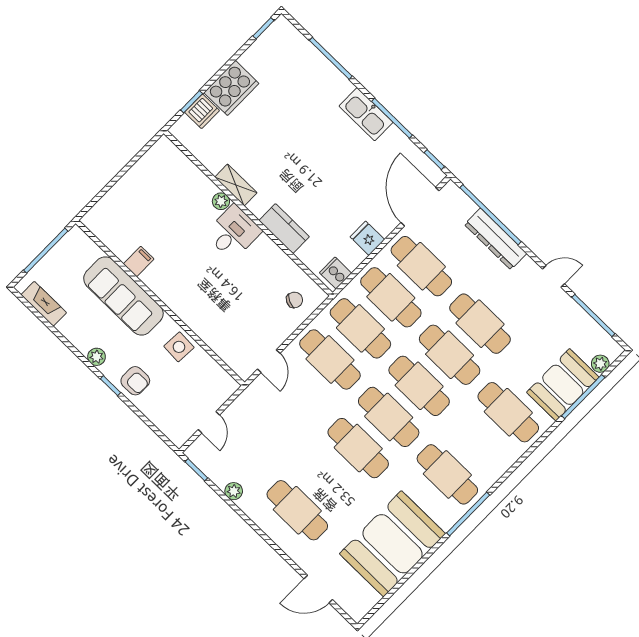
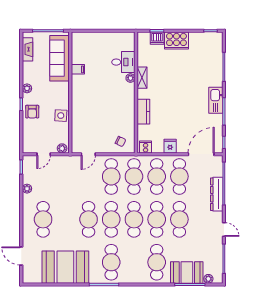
desk: (233, 232) -> (123, 62), moved
sofa: (123, 296) -> (59, 58), moved
plant: (226, 389) -> (62, 148), added

